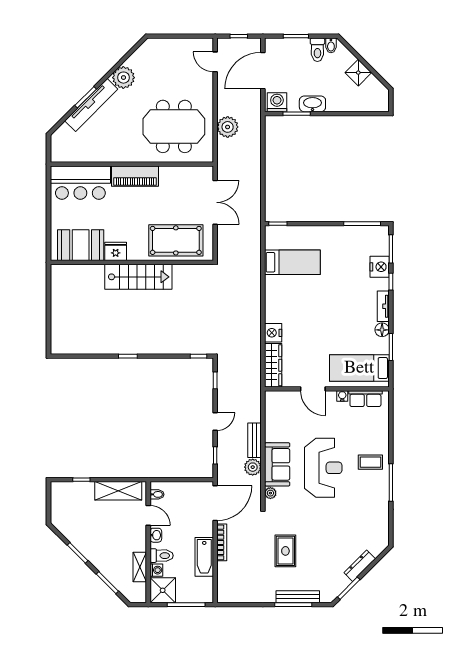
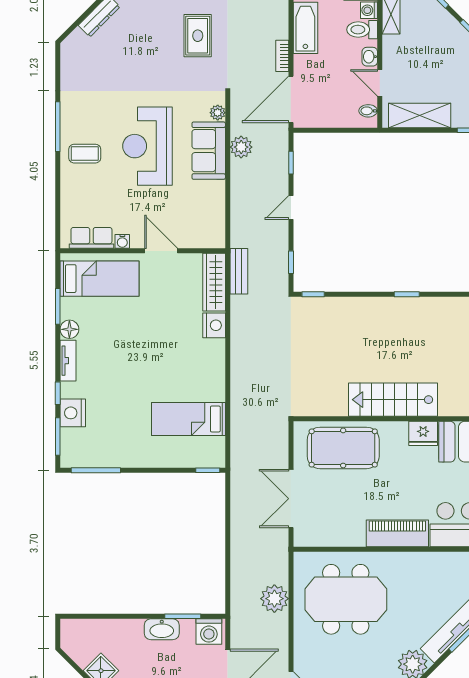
bench: (254, 440) -> (239, 271), moved
bookcase: (222, 542) -> (282, 56), width x0.64

